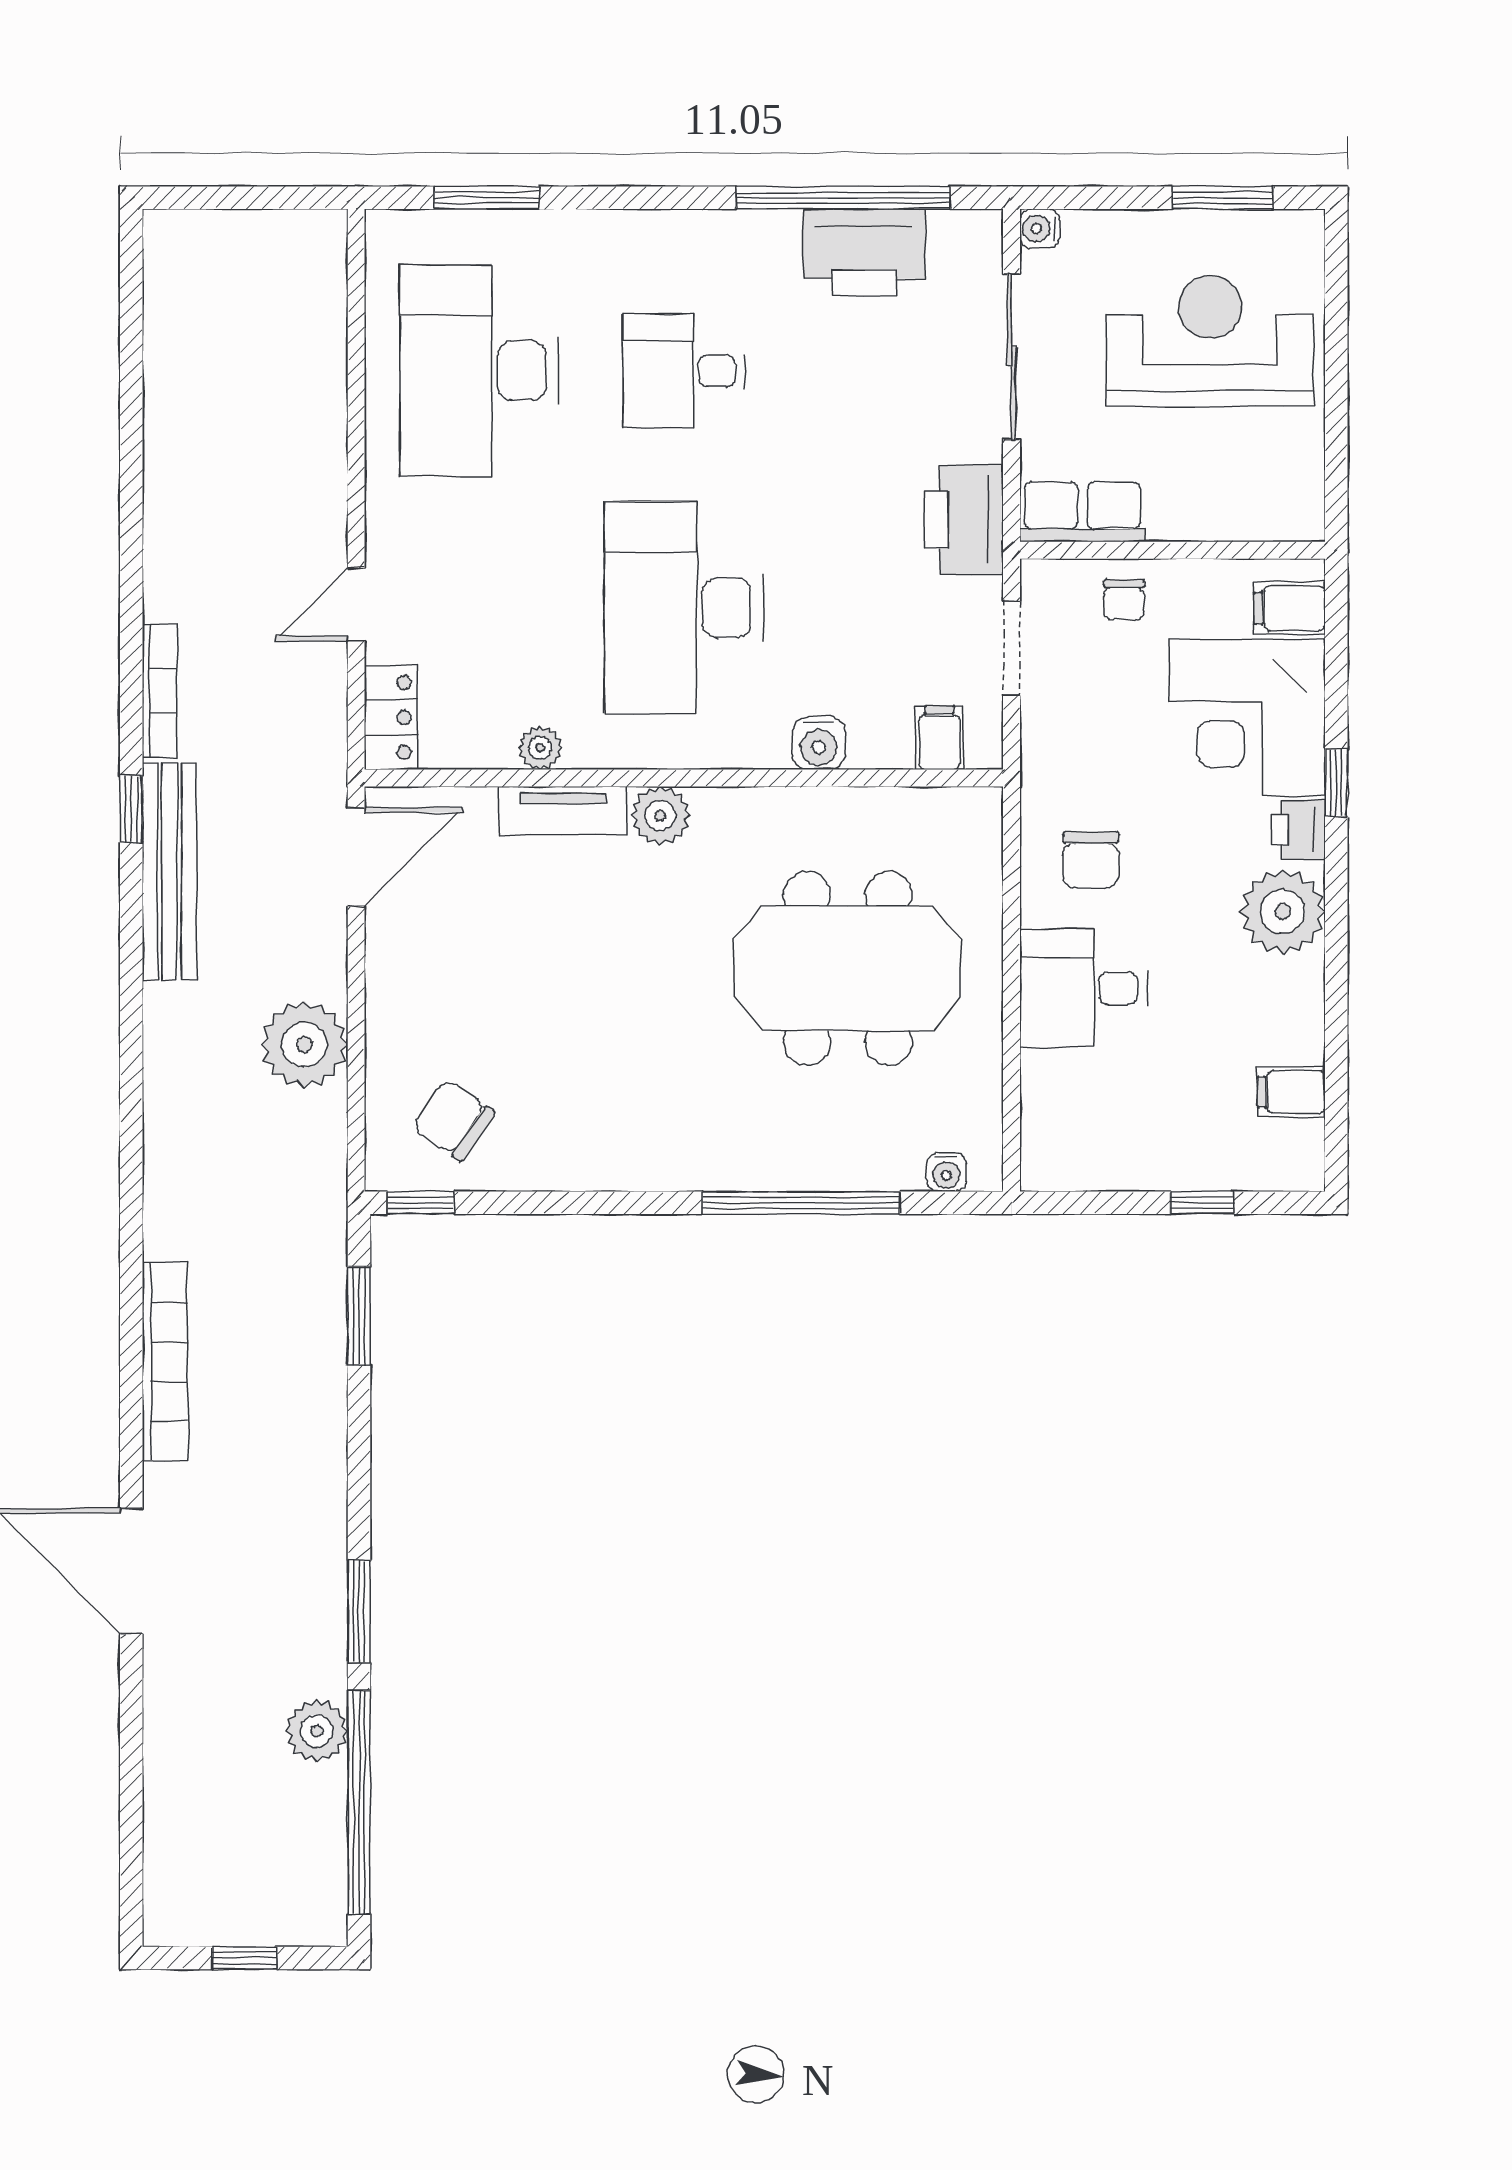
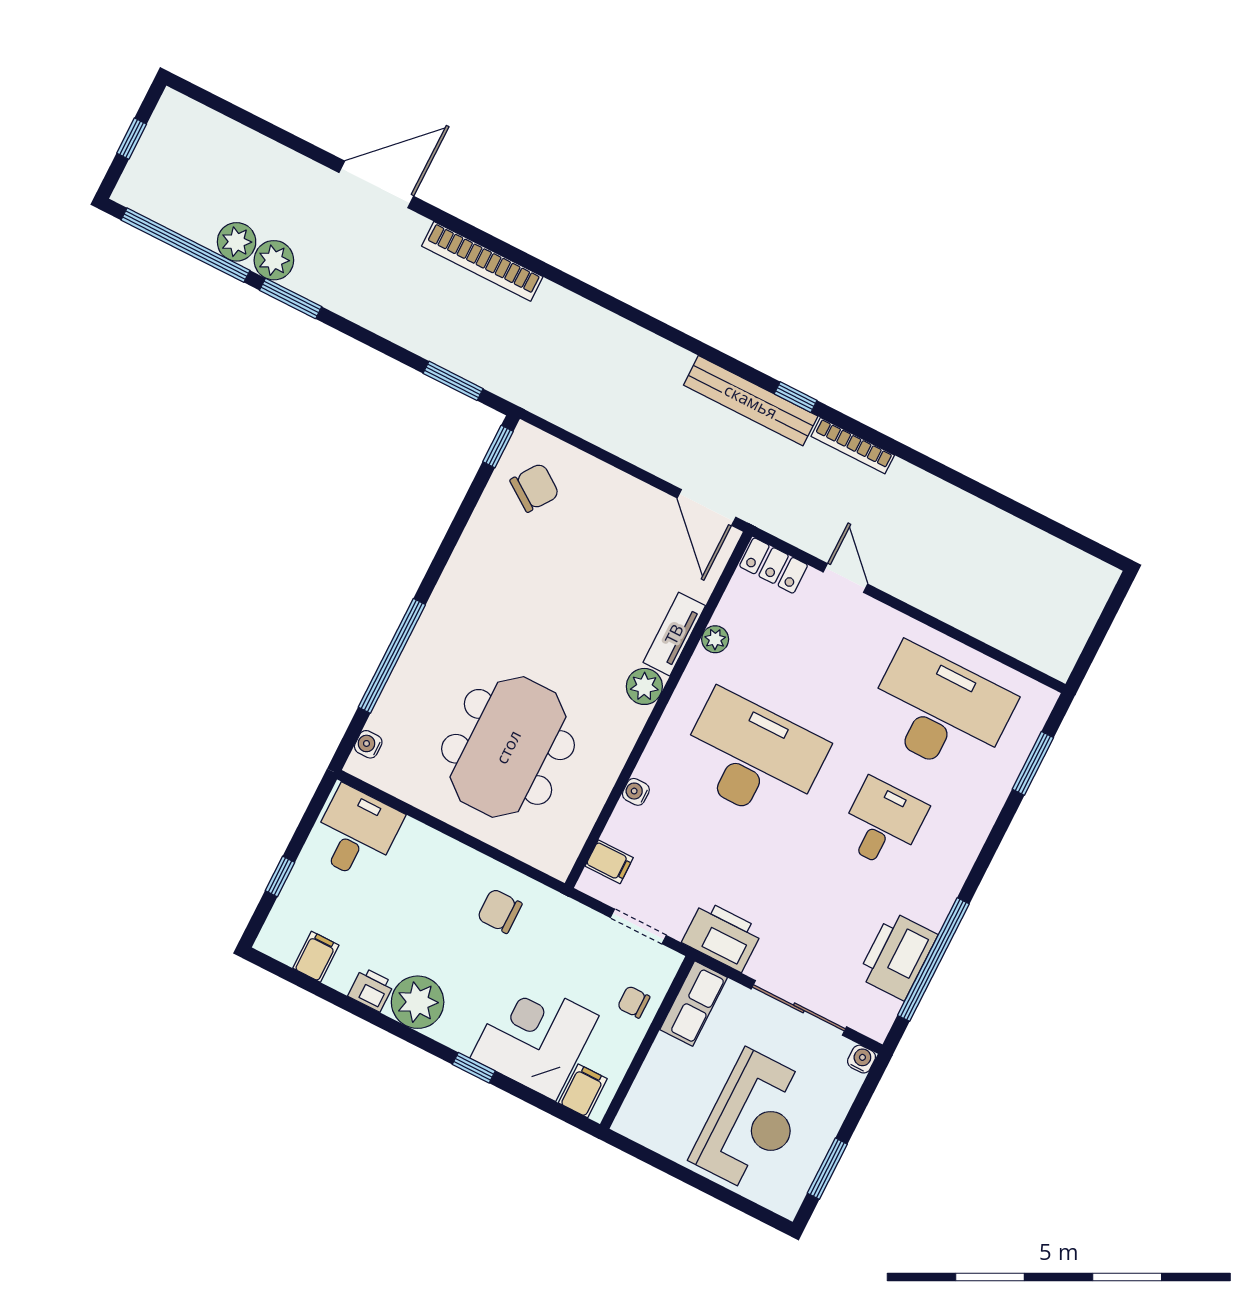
water cooler: (819, 743) -> (636, 792), width x0.72, depth x0.72
printer: (1298, 829) -> (371, 989), moved
desk: (1084, 988) -> (356, 833), moved
plant: (304, 1045) -> (274, 260), moved, width x0.73, depth x0.73

